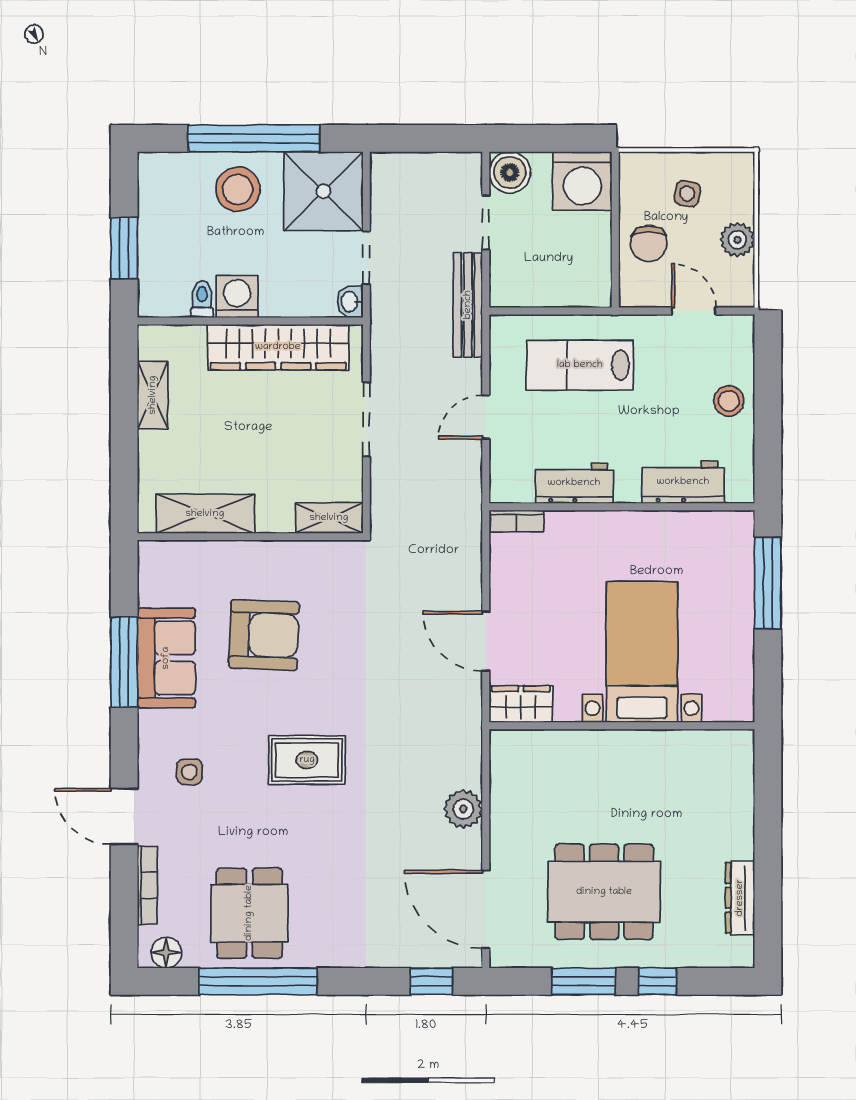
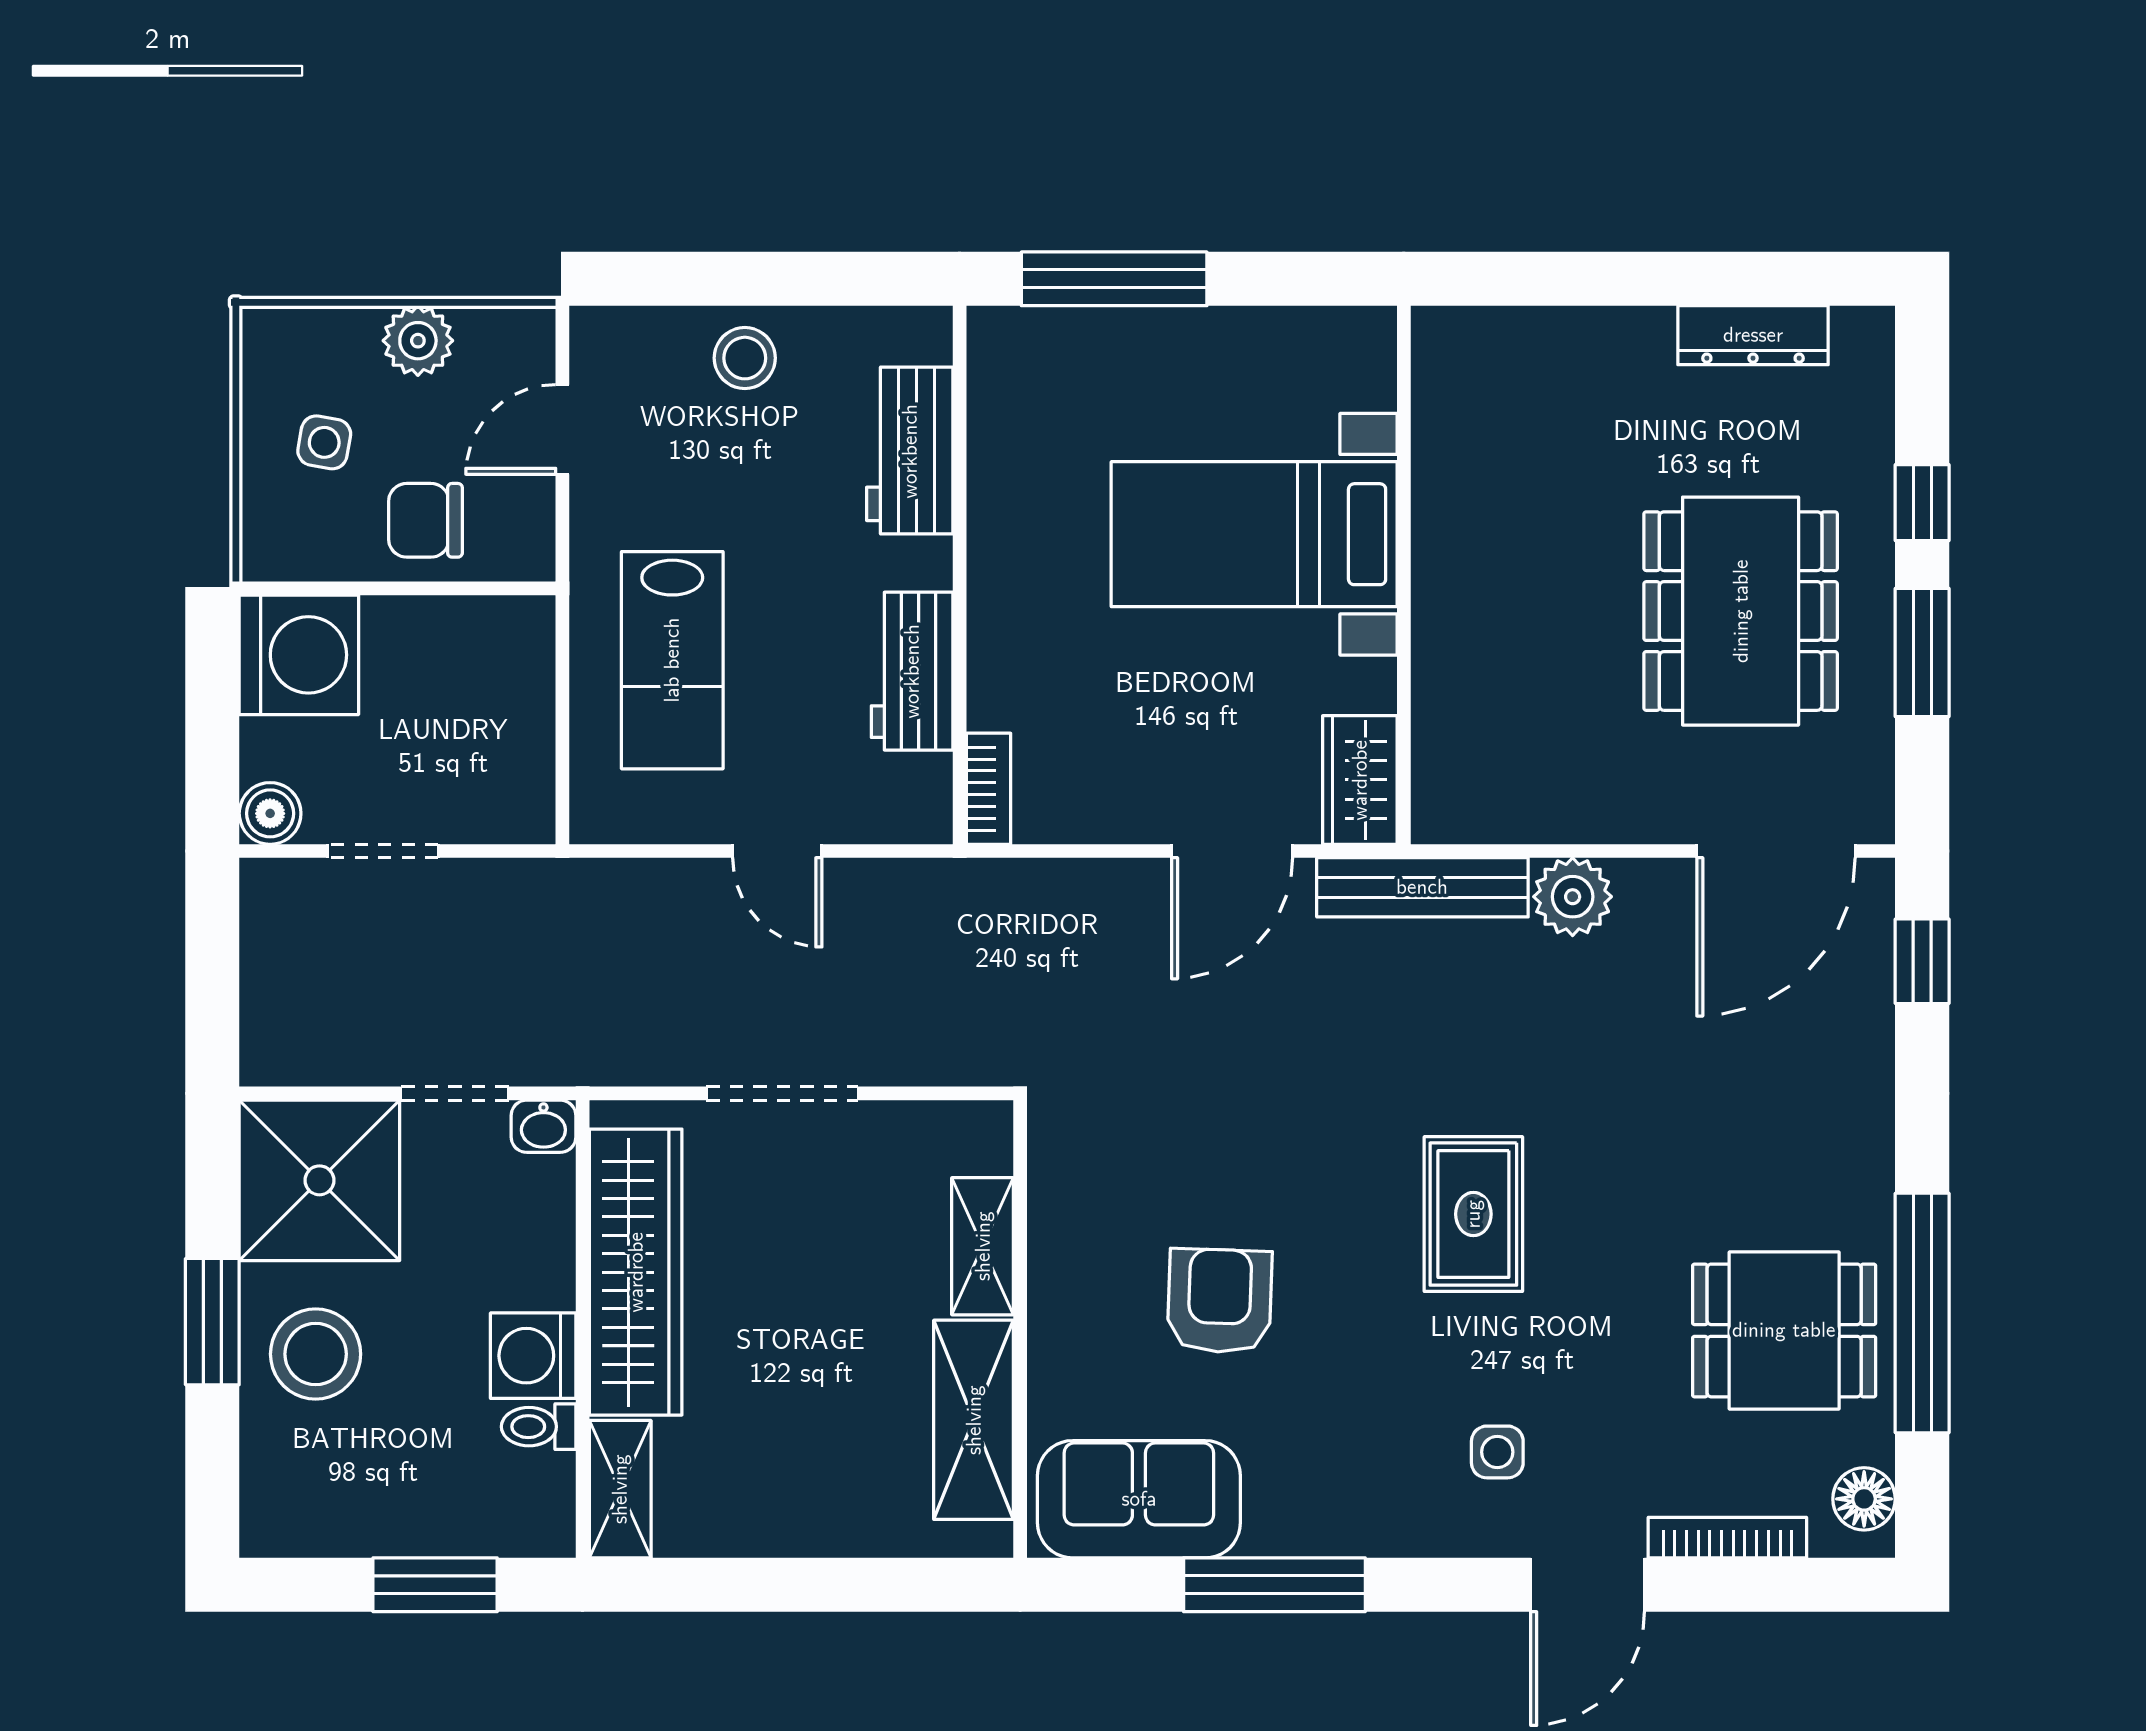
window: (254, 138) -> (212, 1322), width x0.47
boiler: (510, 172) -> (270, 813), width x0.73, depth x0.73
chair: (649, 243) -> (425, 520), turned 180
bench: (468, 305) -> (1422, 887), moved
shelving: (153, 395) -> (620, 1489), moved, turned 90
shelving: (329, 518) -> (983, 1246), moved
armchair: (264, 635) -> (1220, 1301), width x0.73, depth x0.73
sofa: (166, 658) -> (1139, 1499), moved

